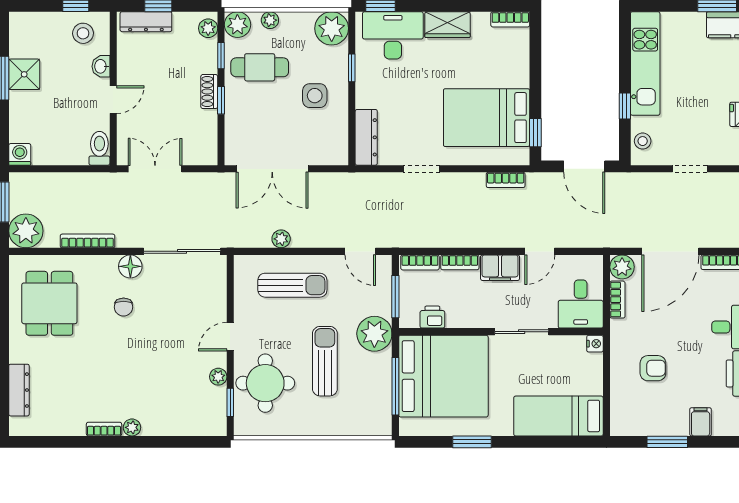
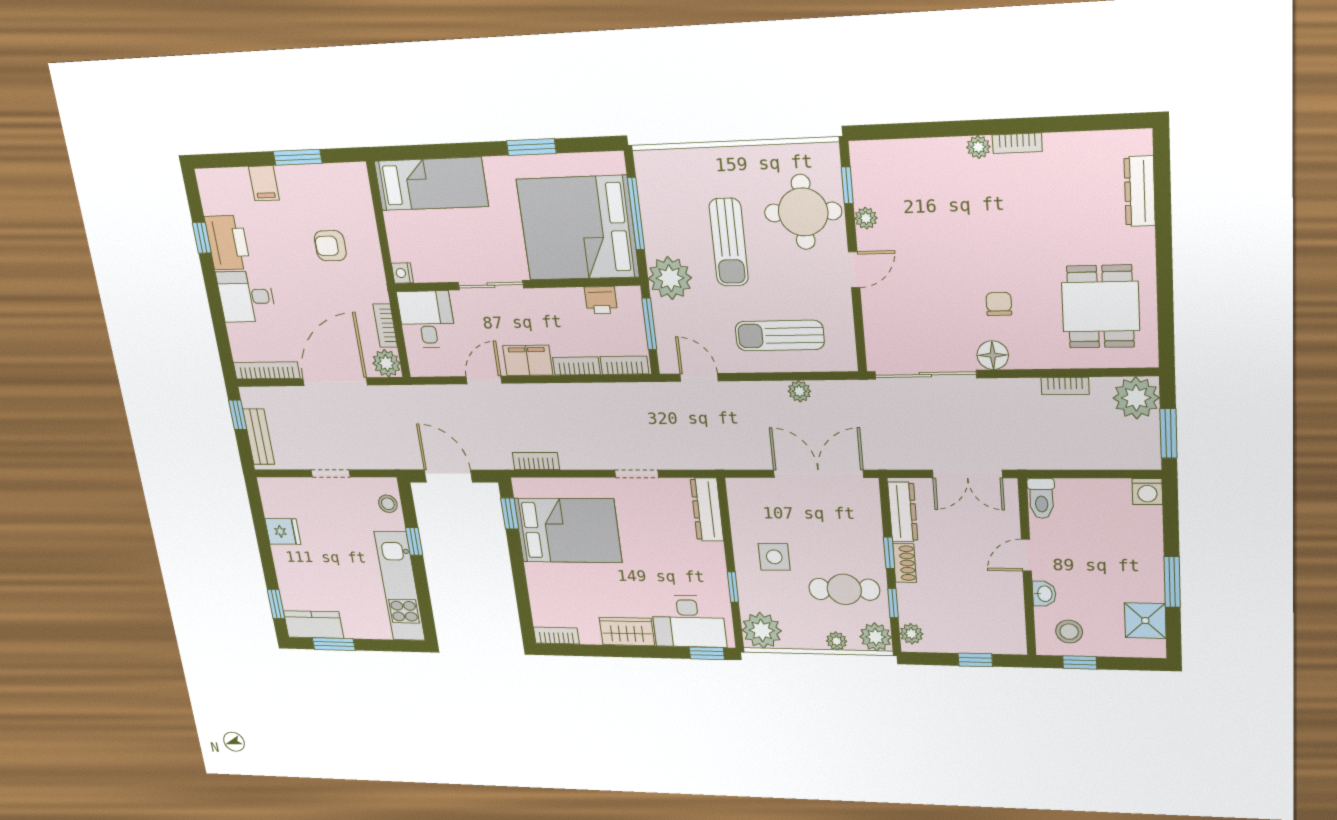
dresser: (146, 22) -> (903, 512), moved, turned 90
shower: (24, 74) -> (1145, 621), moved
bookcase: (88, 241) -> (1065, 386), width x0.64

